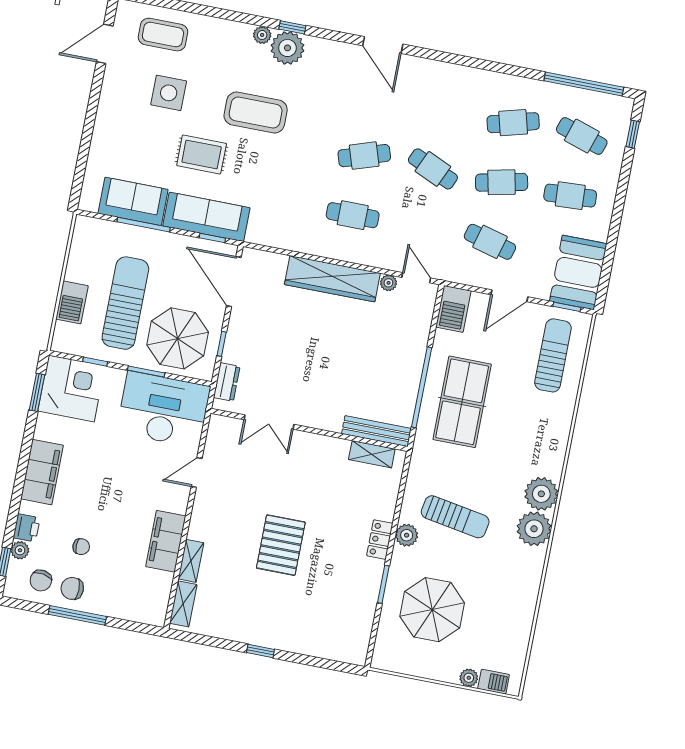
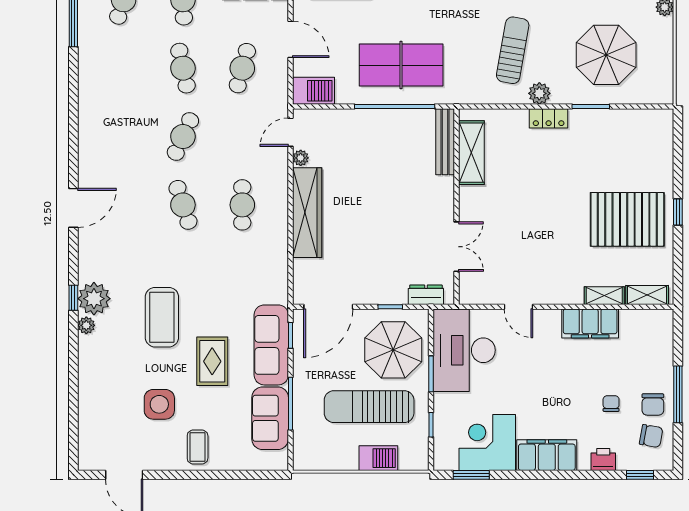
coffee table: (163, 35) -> (198, 447), moved, width x0.73, depth x0.77
cafe table: (513, 123) -> (124, 68), removed
corner desk: (71, 388) -> (487, 443), moved
shelving: (372, 454) -> (471, 153), width x1.50, depth x1.33
pallet: (281, 545) -> (627, 219), moved, width x1.37, depth x1.41
plant: (20, 550) -> (626, 462), removed

